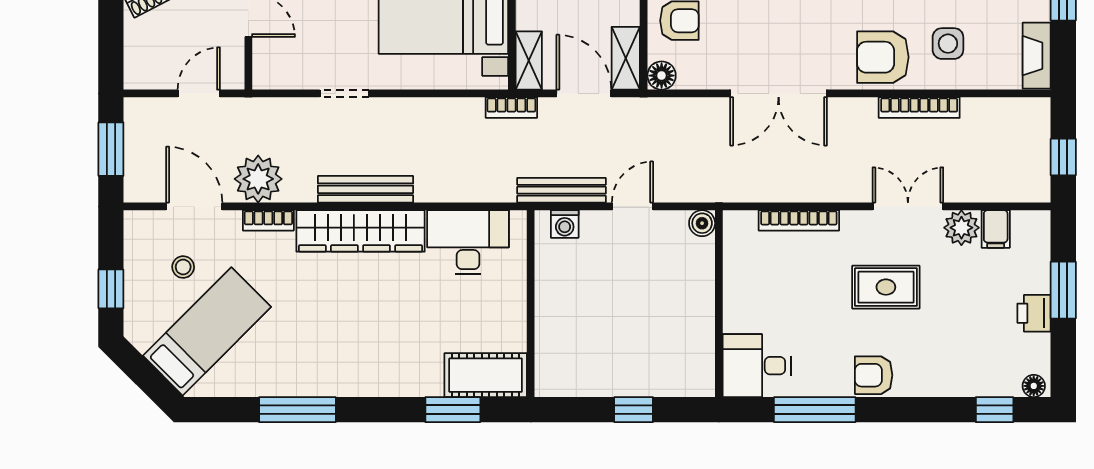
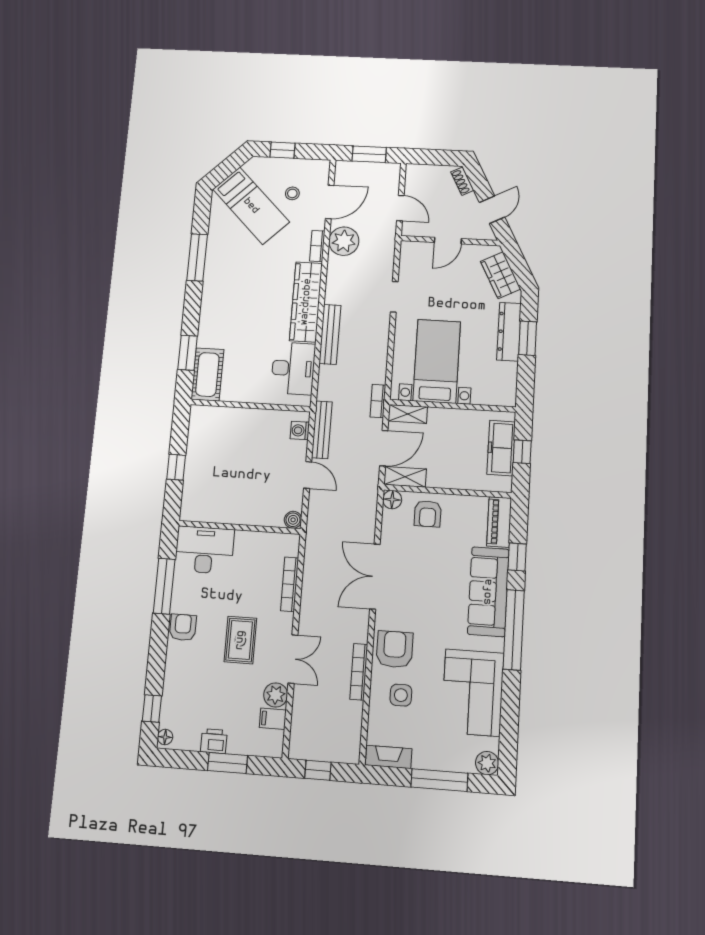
bench: (366, 189) -> (330, 334), moved
desk: (757, 366) -> (204, 550), width x1.37

